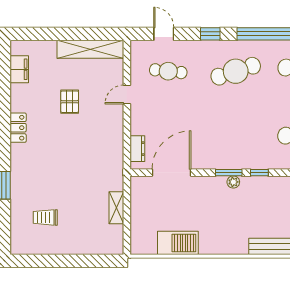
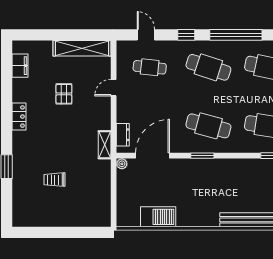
cafe table: (236, 71) -> (208, 67), turned 36
cafe table: (236, 138) -> (208, 126), added
window: (259, 173) -> (229, 156), removed
plant: (233, 182) -> (122, 164), moved
shelving: (116, 208) -> (105, 145), moved
trolley: (45, 217) -> (55, 180), moved

